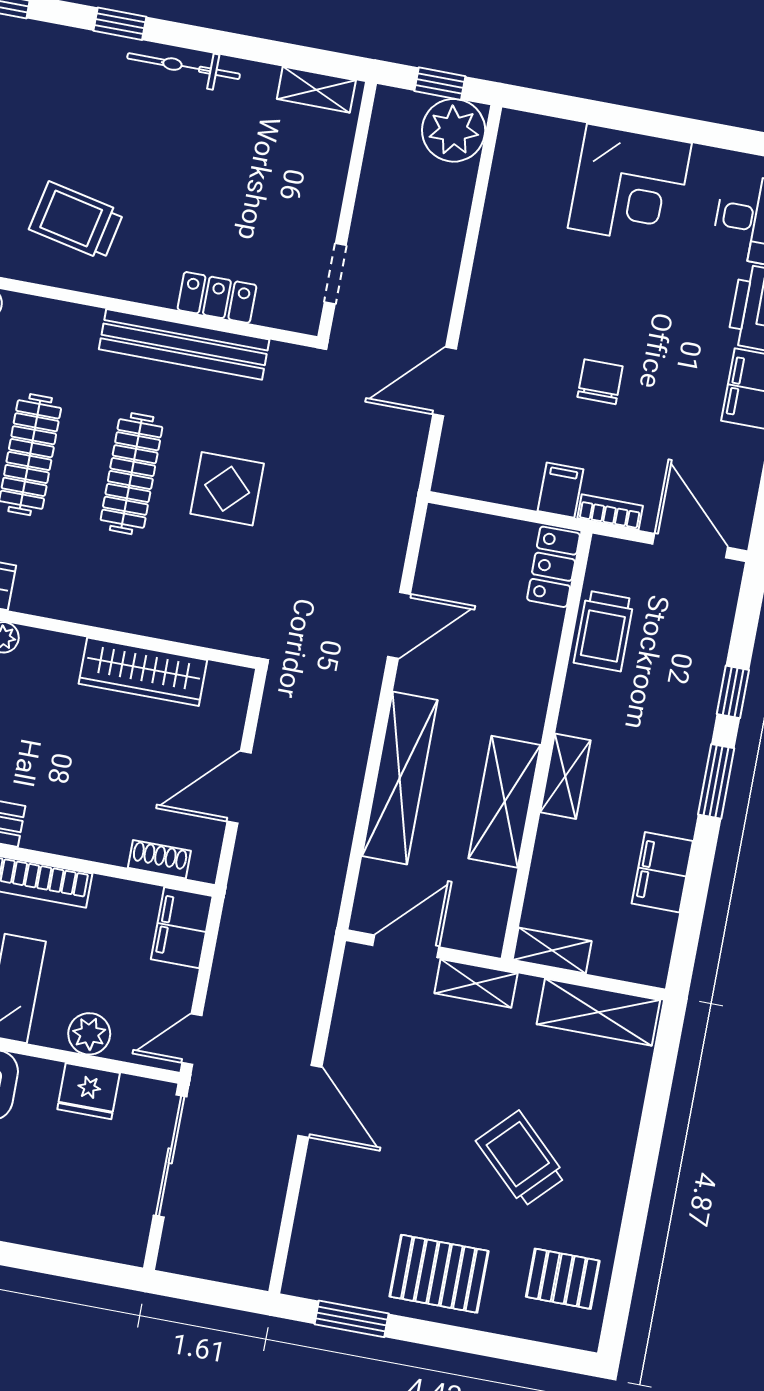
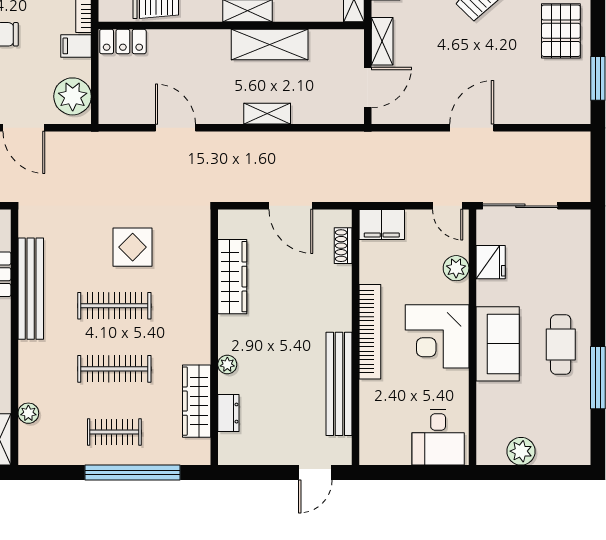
plant: (480, 469) -> (73, 96), added
display table: (227, 489) -> (133, 247), moved
shelving: (400, 778) -> (267, 114), width x0.45, depth x0.75
door: (406, 946) -> (368, 88), swing flipped

